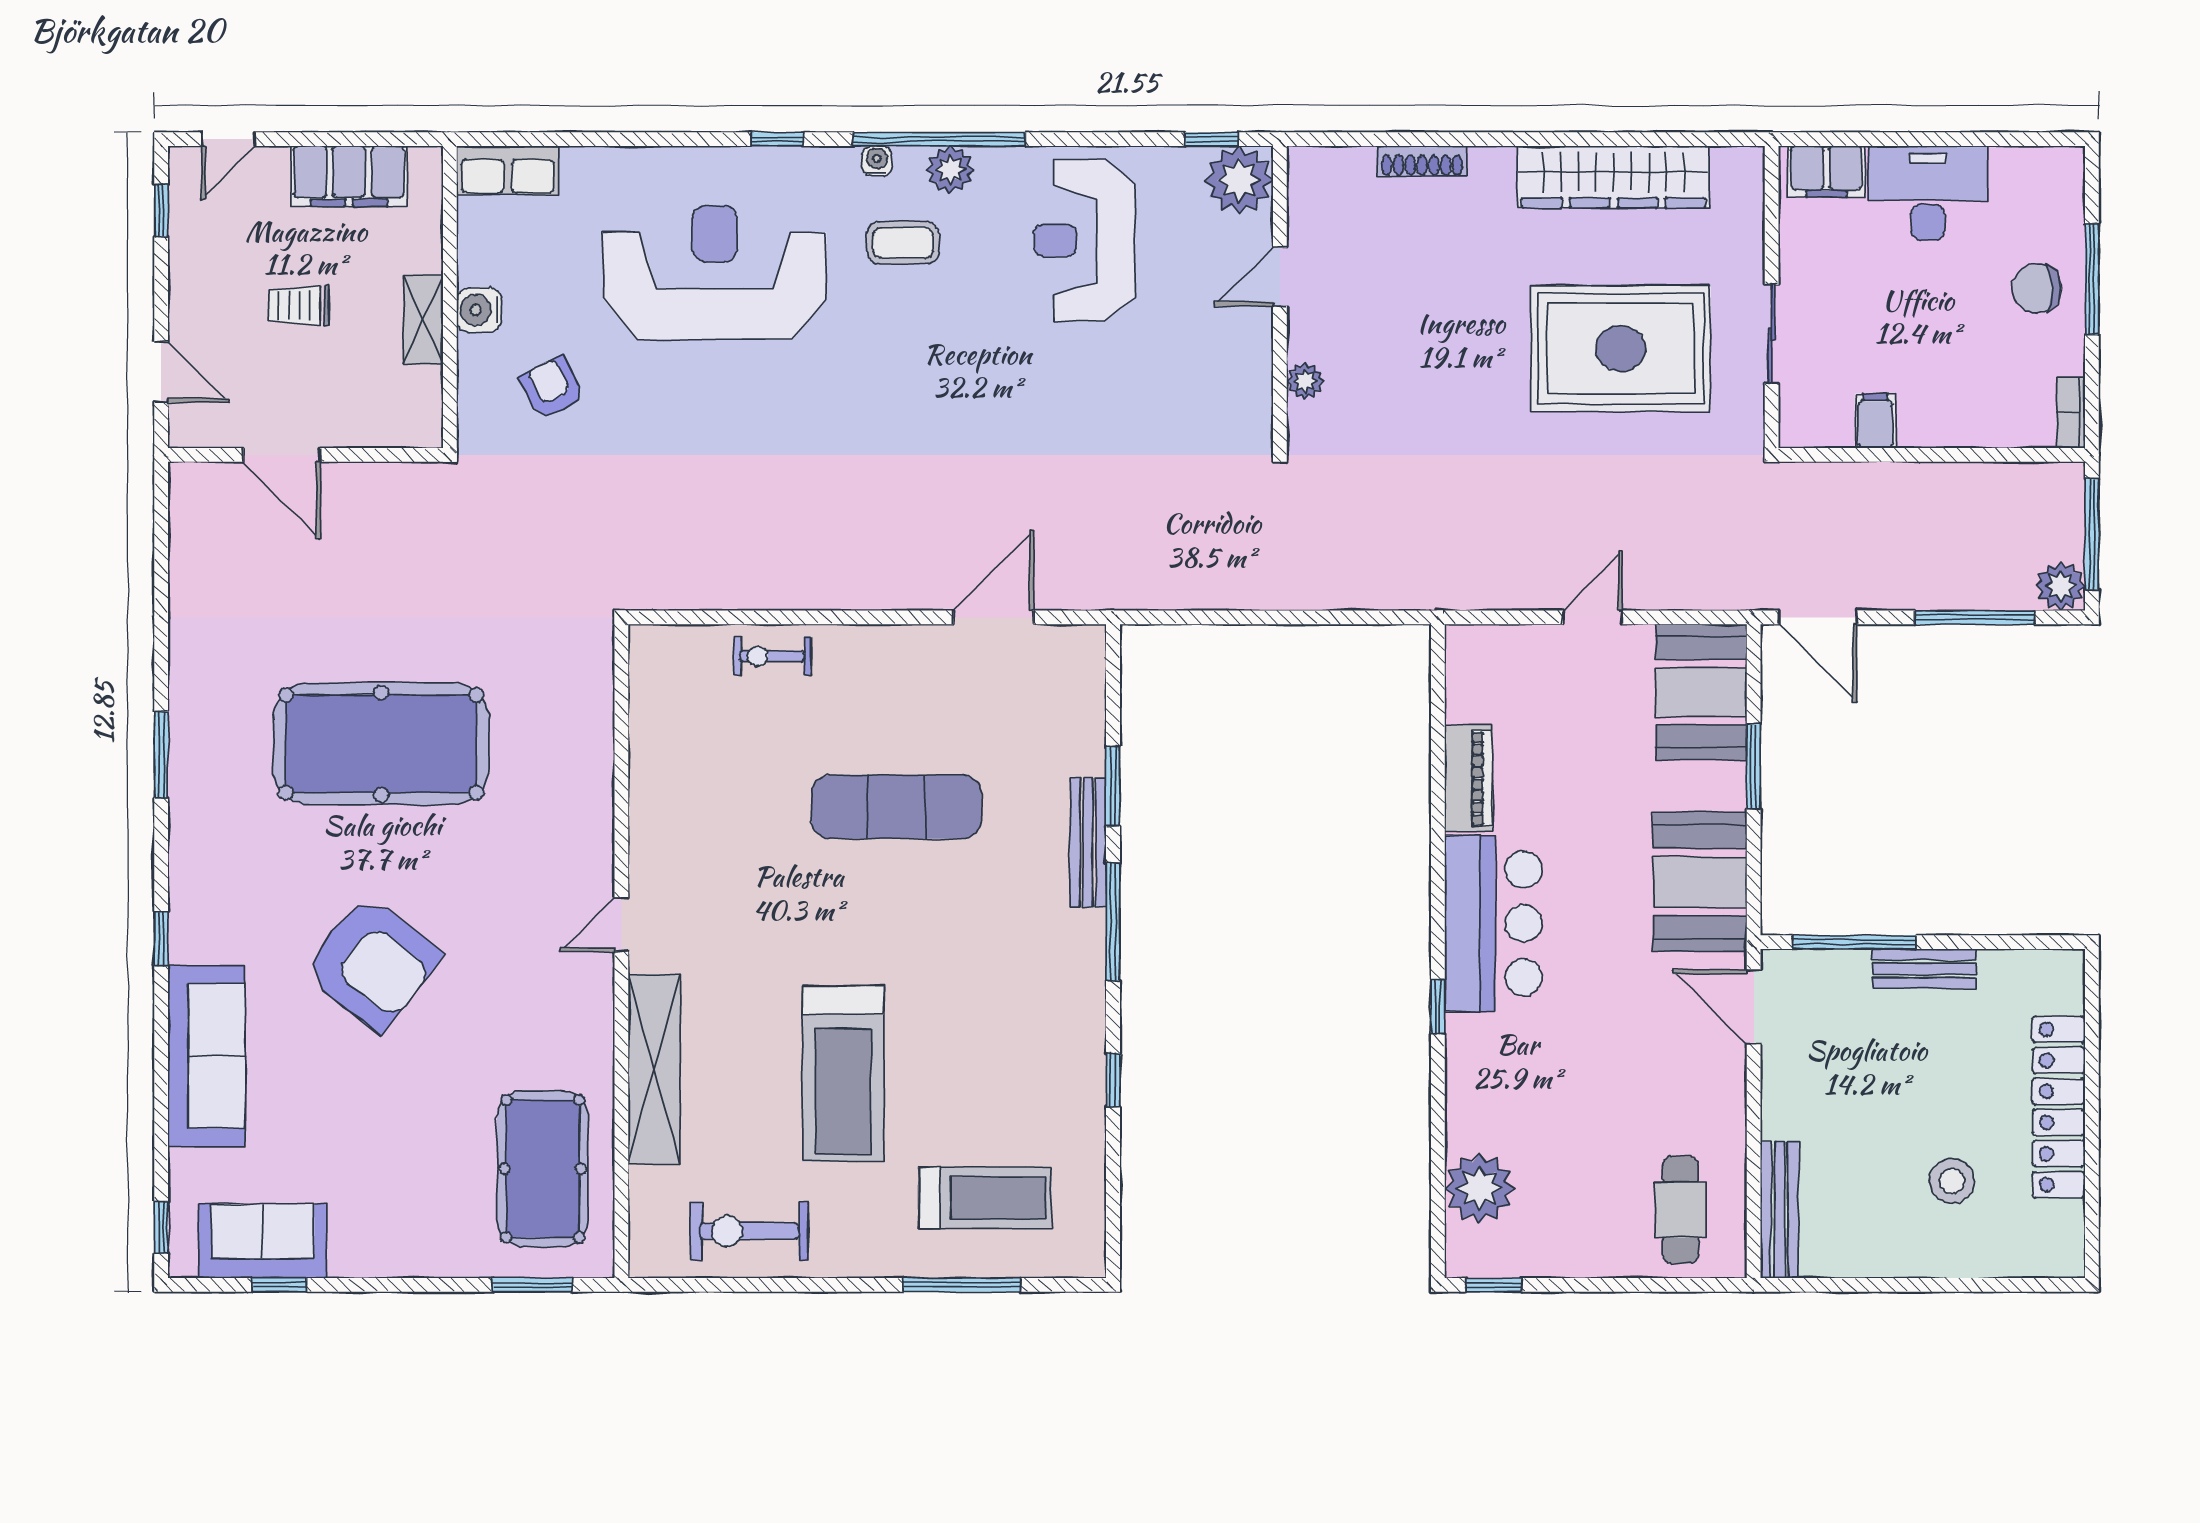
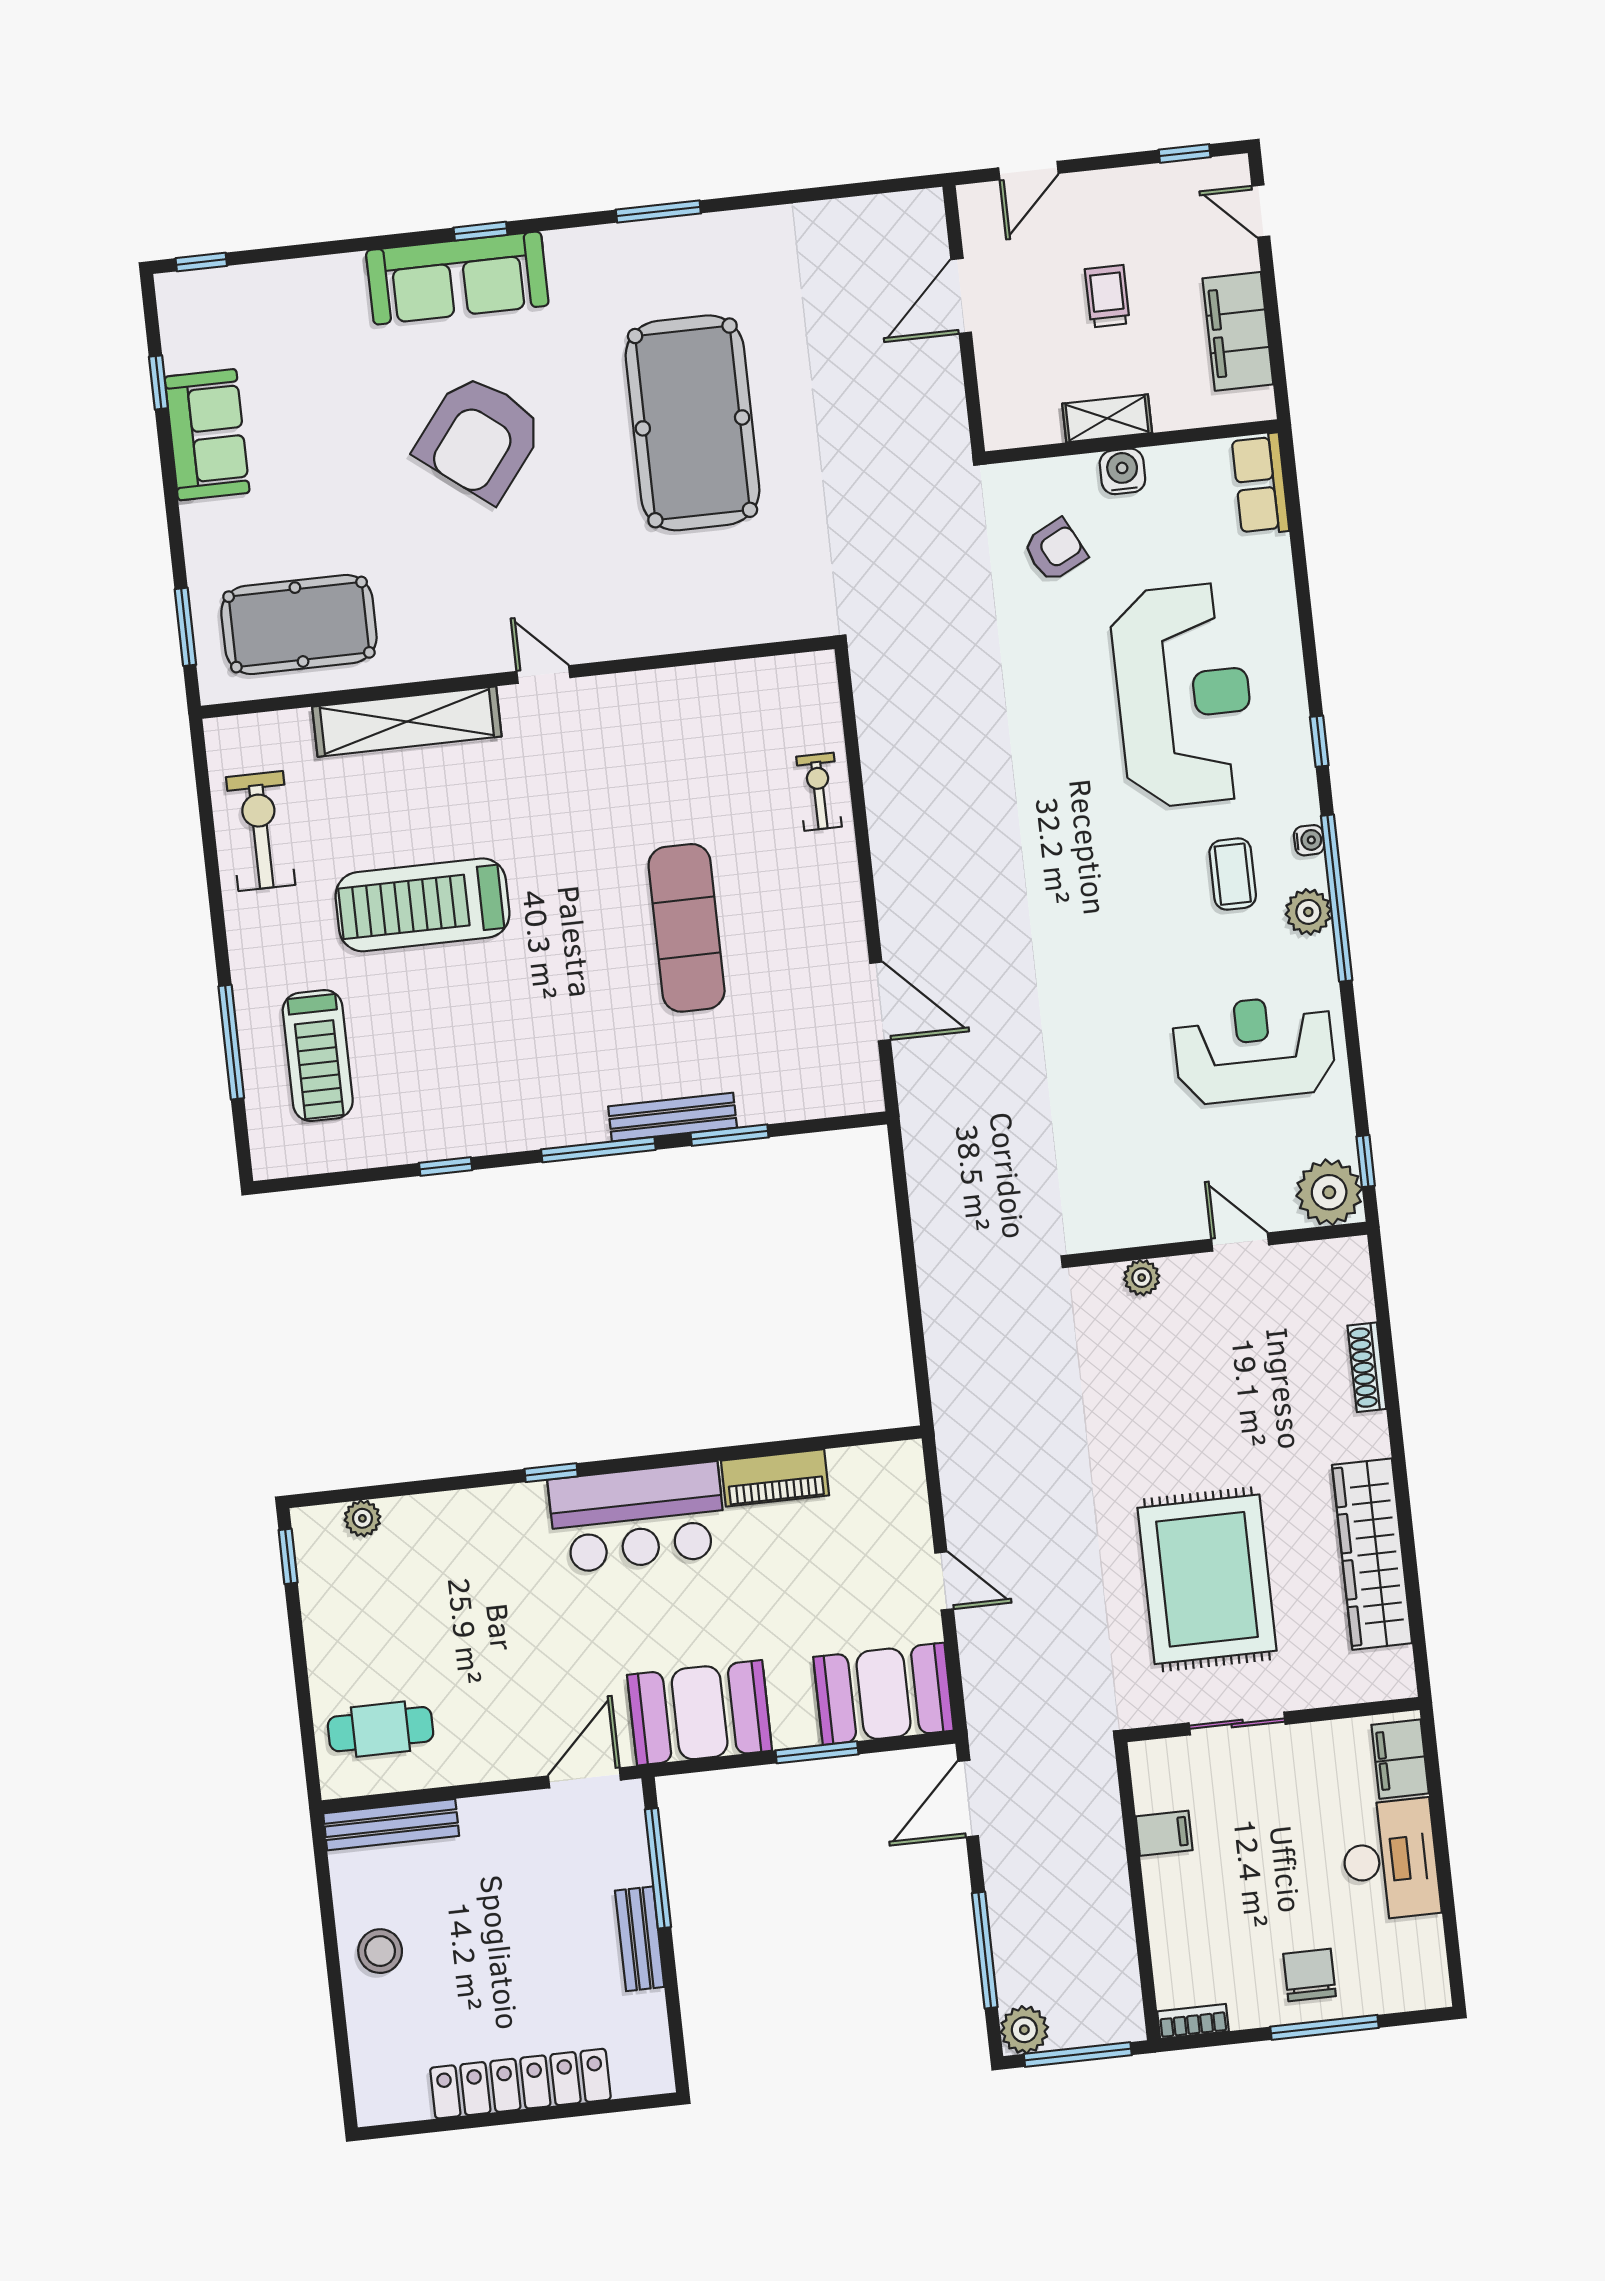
sofa: (206, 1056) -> (457, 278), moved
stool: (1952, 1181) -> (380, 1951), moved
plant: (1480, 1188) -> (362, 1518), width x0.53, depth x0.53
sofa: (263, 1241) -> (207, 435), moved

